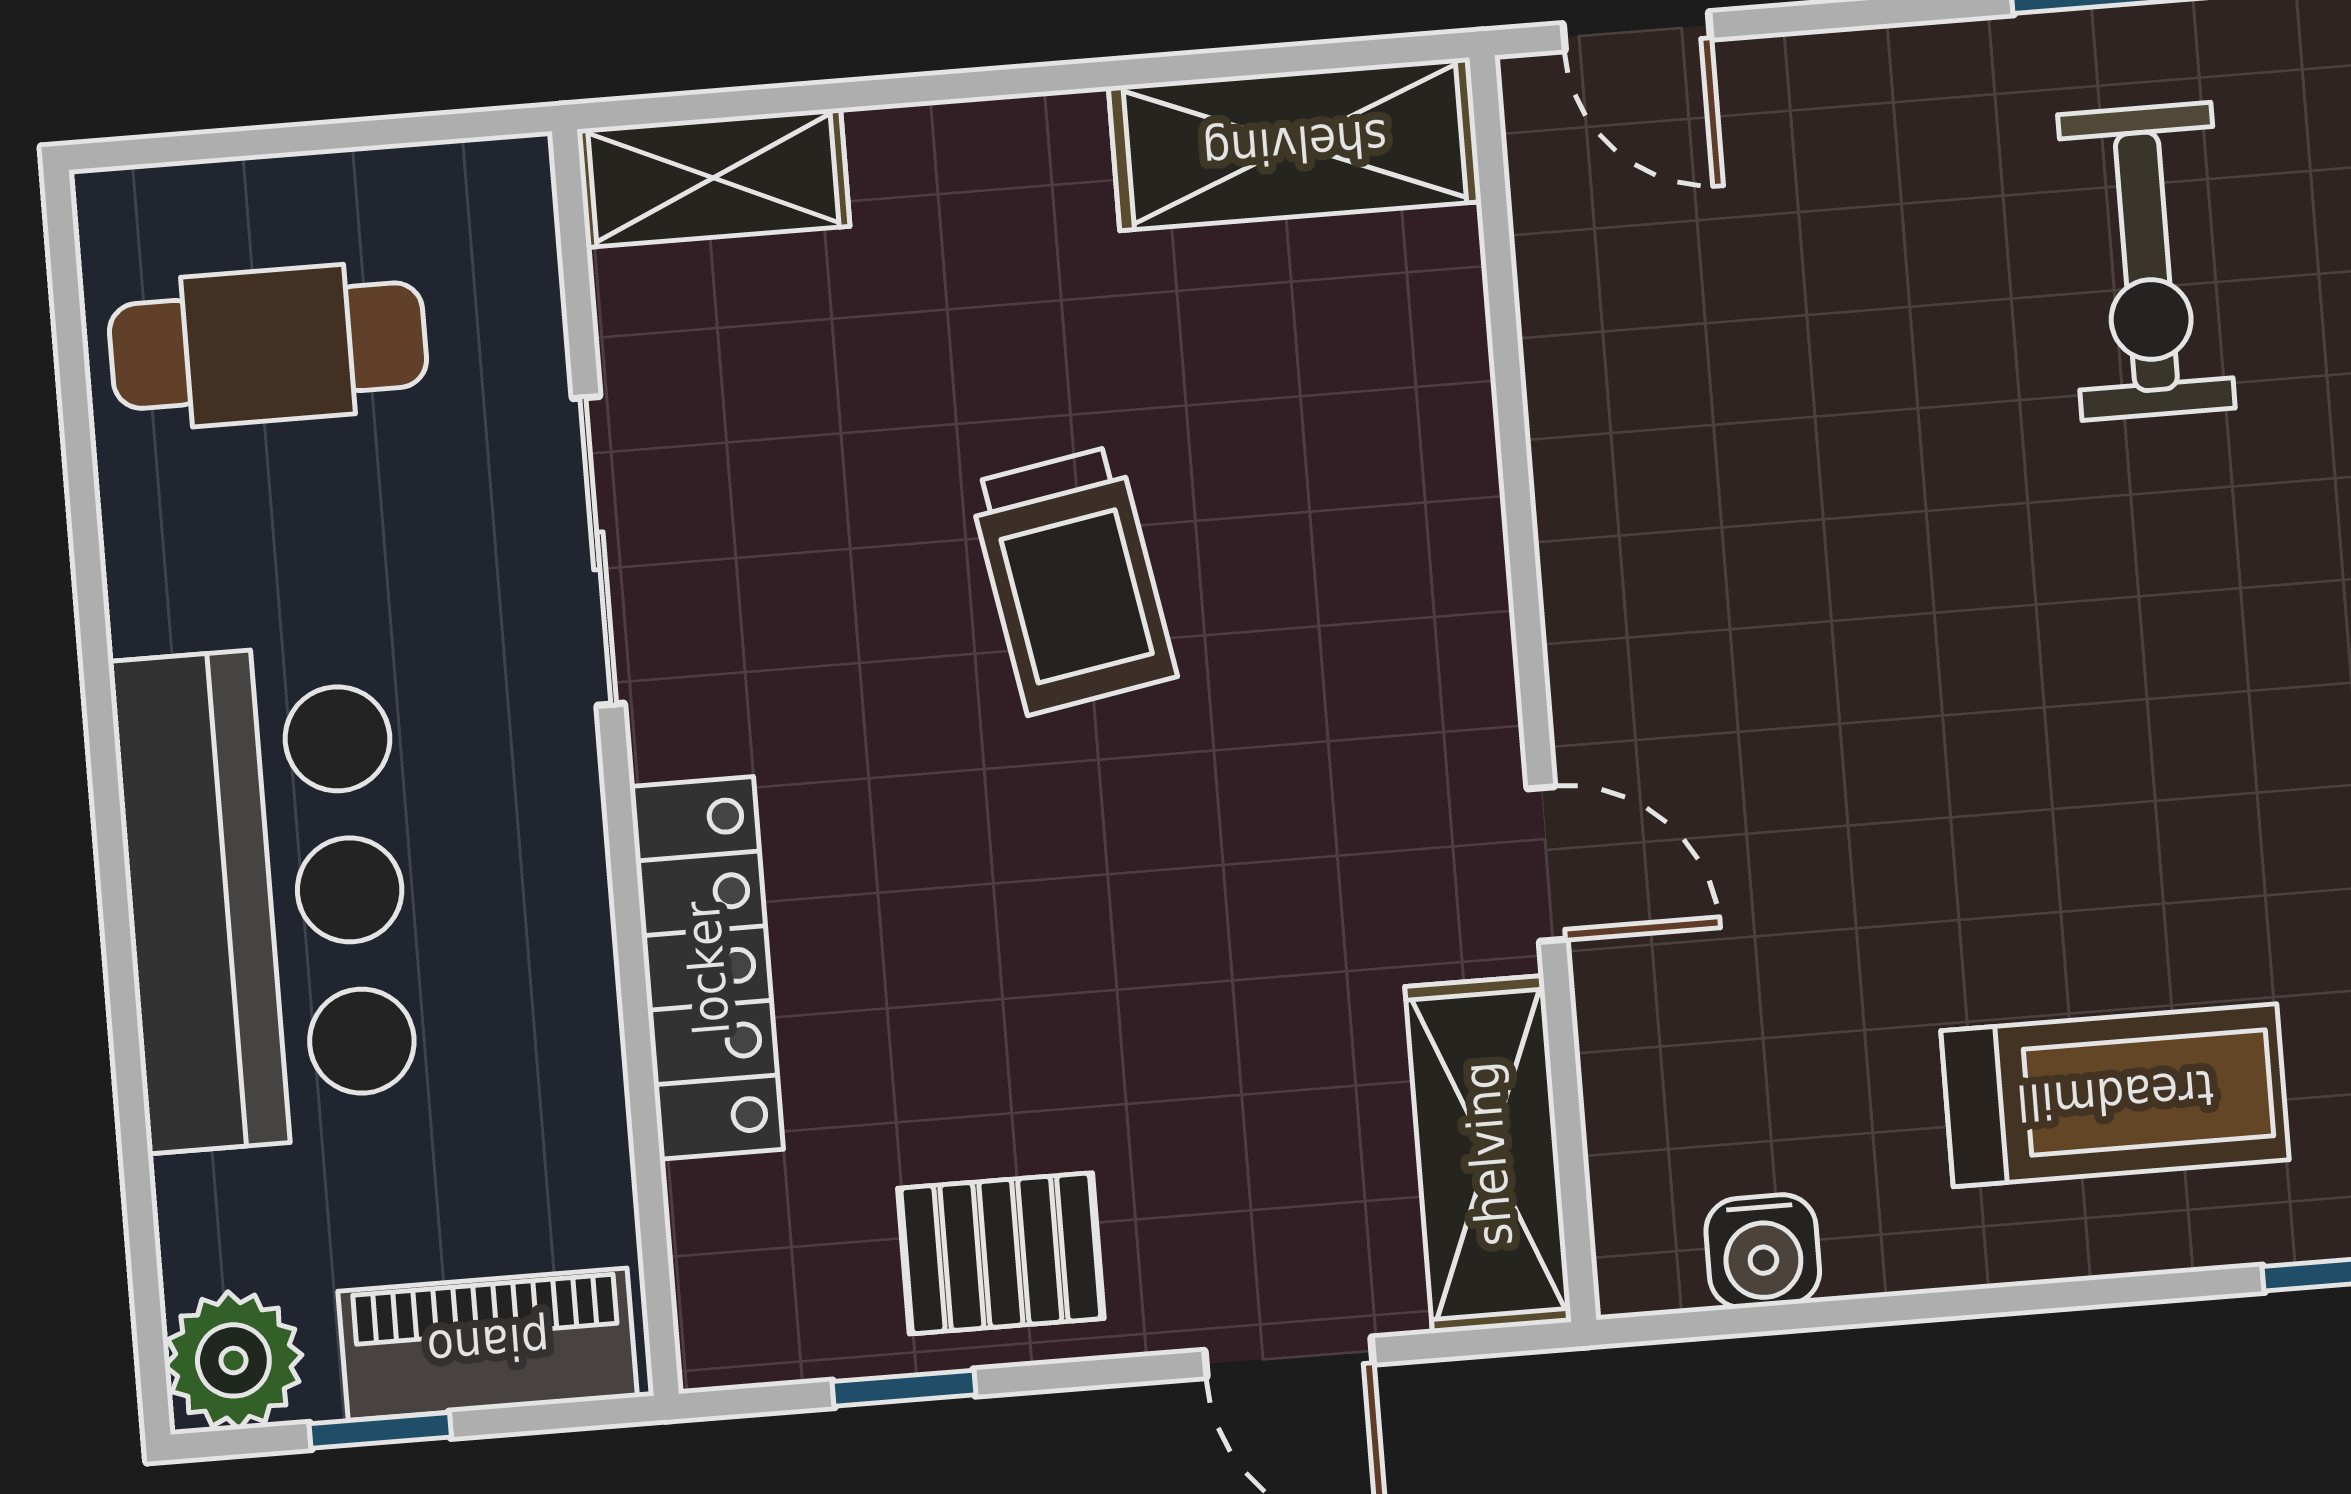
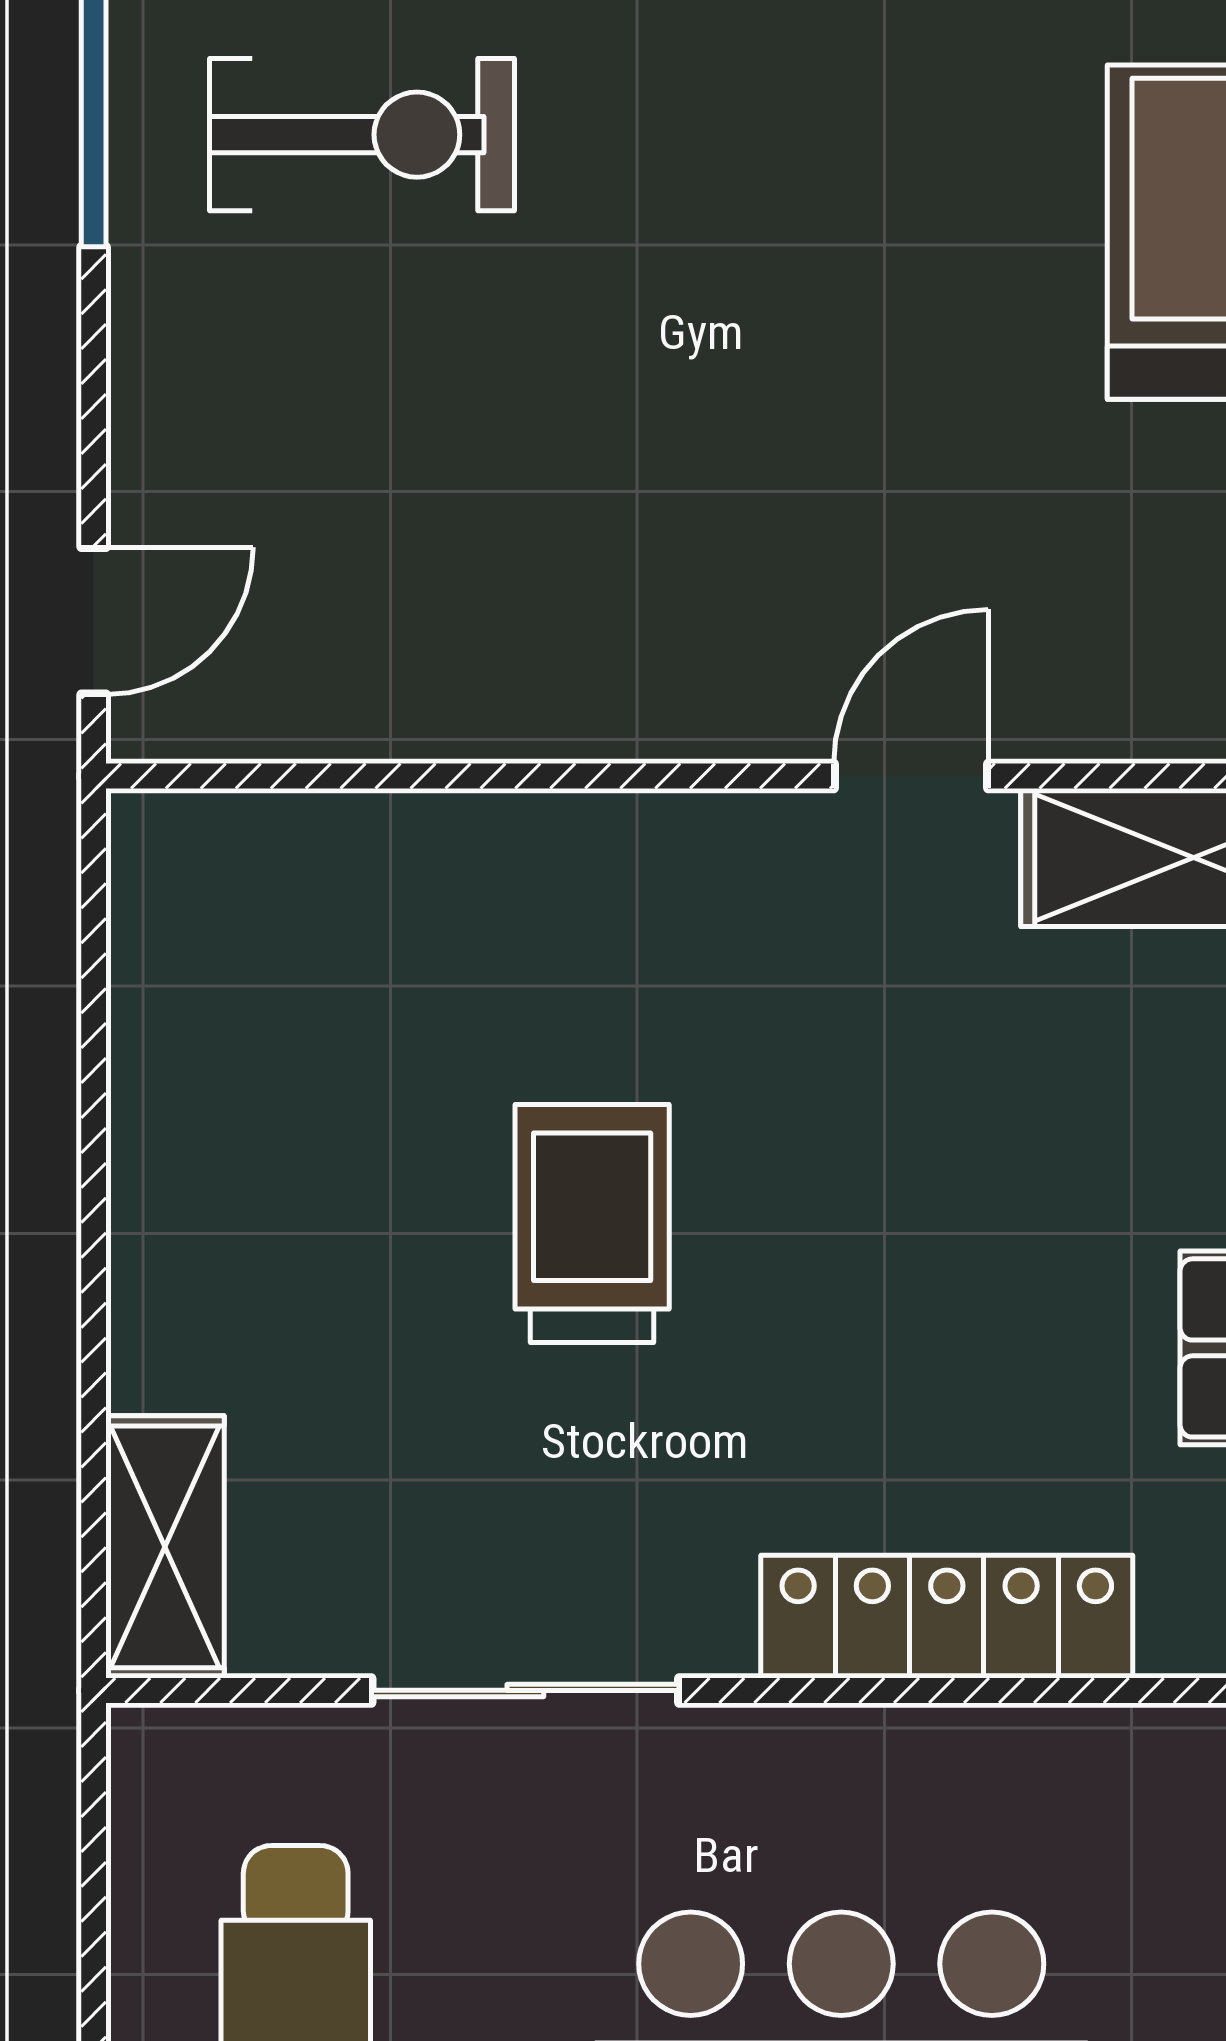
shelving: (1295, 144) -> (178, 969), removed
trolley: (1072, 580) -> (592, 1223), turned -80

